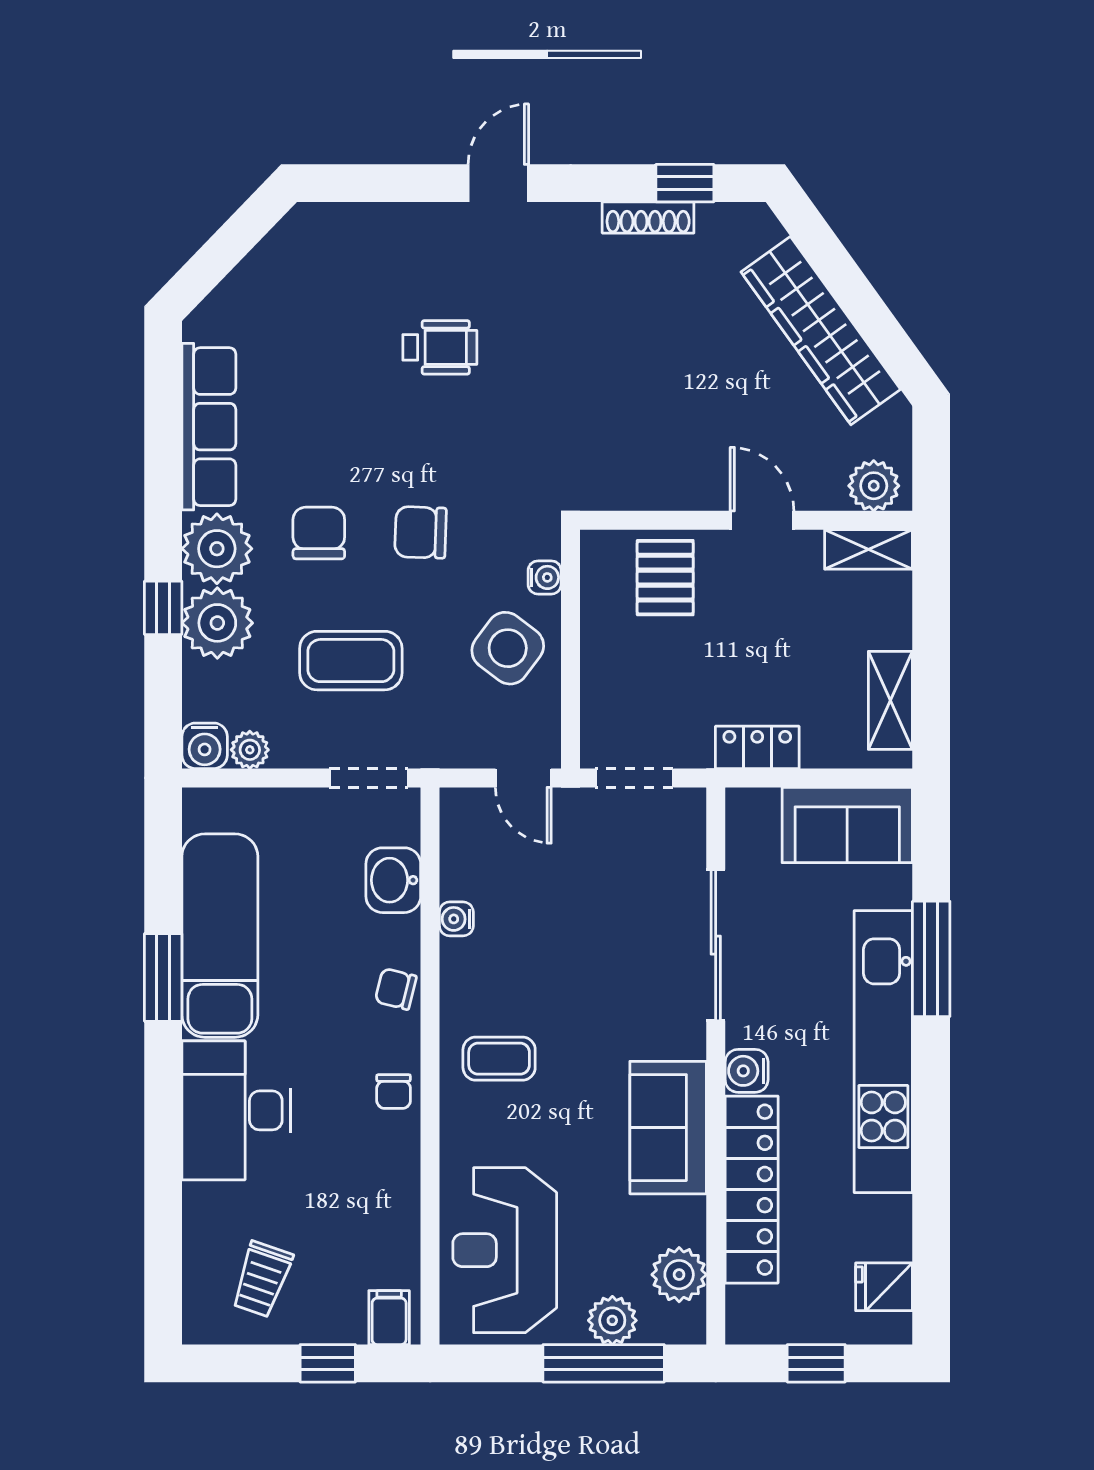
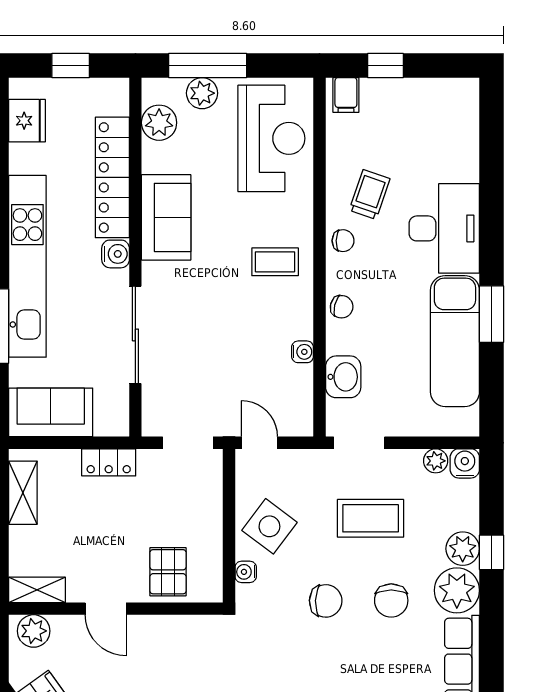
plant: (217, 623) -> (463, 549), width x0.73, depth x0.73
chair: (394, 1091) -> (343, 241), turned 91
trolley: (262, 1279) -> (370, 195), moved
fridge: (884, 1287) -> (27, 121), width x1.38

